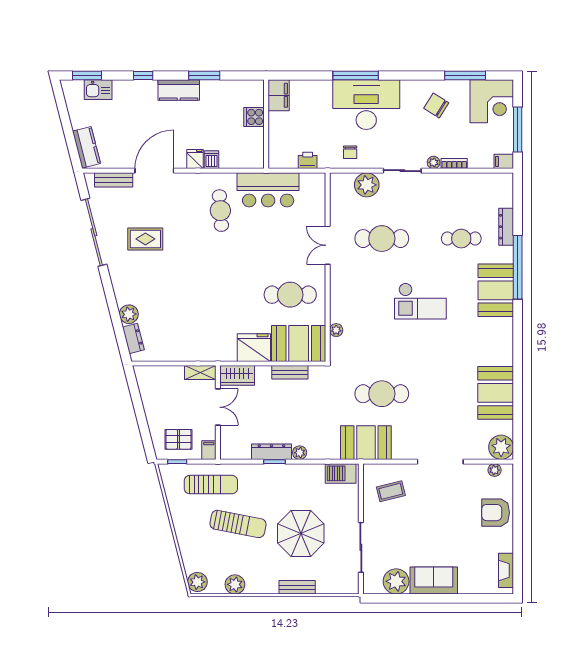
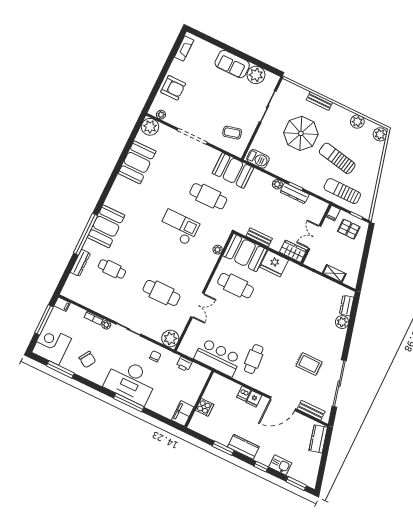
kitchen sink: (98, 90) -> (280, 465), moved
plant: (367, 185) -> (170, 338), moved
checkout: (420, 301) -> (179, 227), moved
shelving: (200, 373) -> (334, 273), moved

